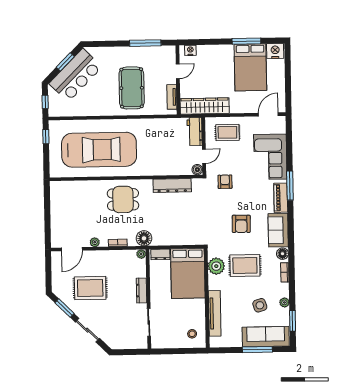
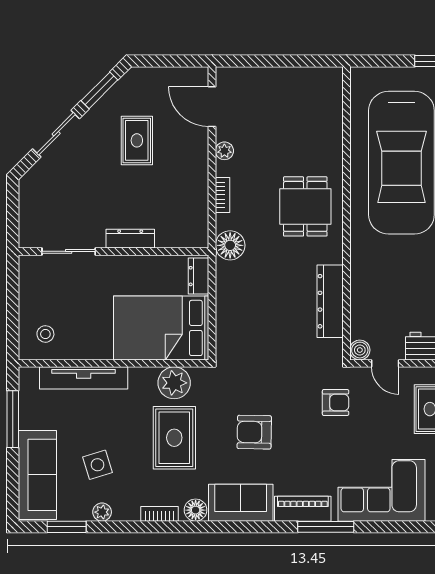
plant: (141, 254) -> (200, 239), removed
rug: (90, 288) -> (137, 140), width x0.73, depth x0.70
window: (257, 350) -> (13, 419), moved

